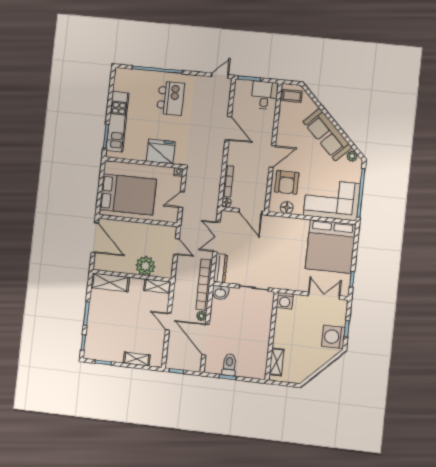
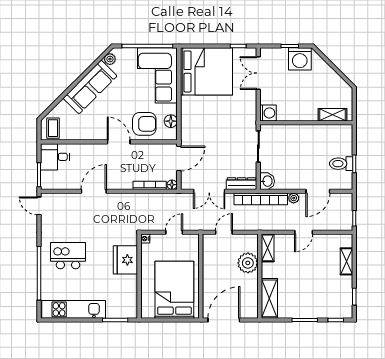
kitchen unit: (117, 122) -> (74, 309), moved
door: (182, 200) -> (174, 232), swing flipped
door: (206, 340) -> (318, 191), width x0.73

